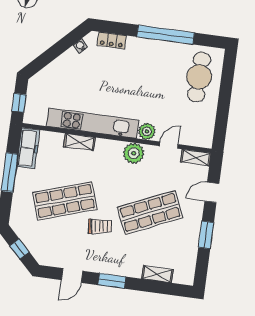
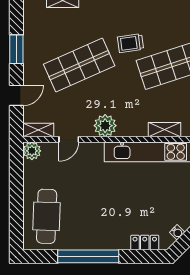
plant: (147, 131) -> (32, 151), moved

